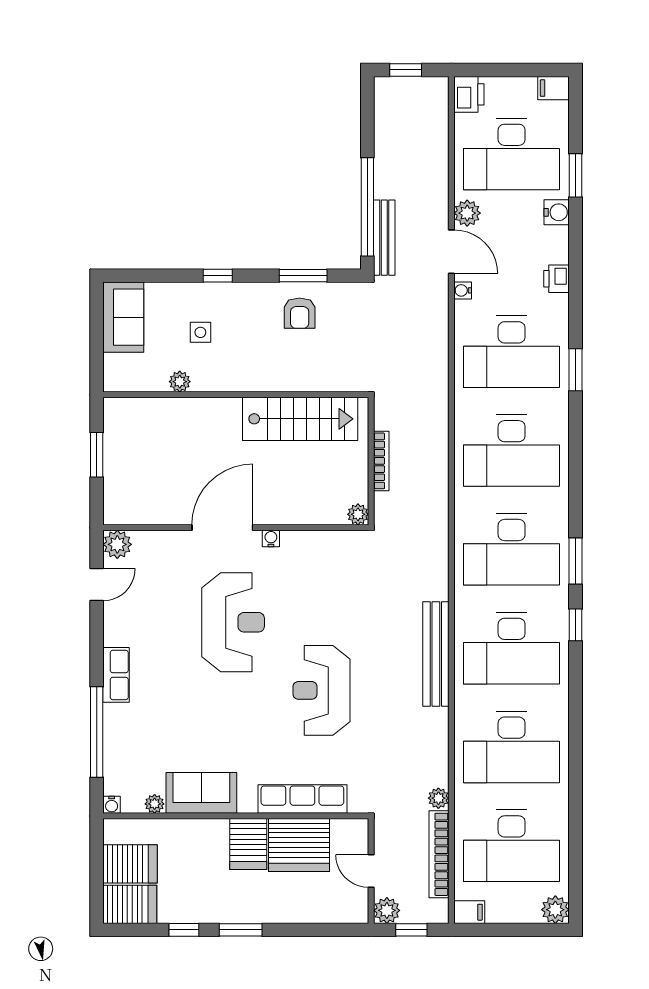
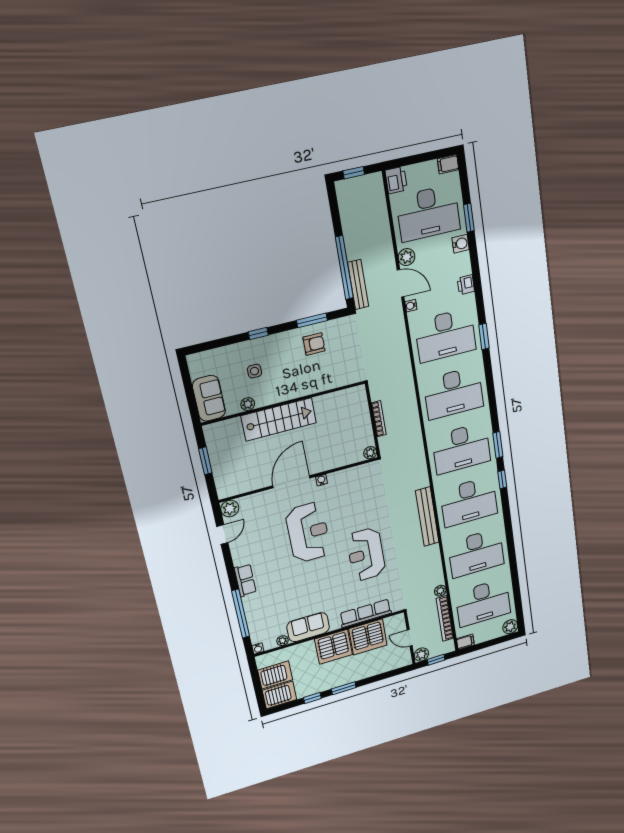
armchair: (300, 313) -> (314, 344), turned -90
sofa: (123, 317) -> (209, 398), moved
stairs: (300, 419) -> (279, 419), moved
server rack: (248, 844) -> (334, 647), width x1.60

